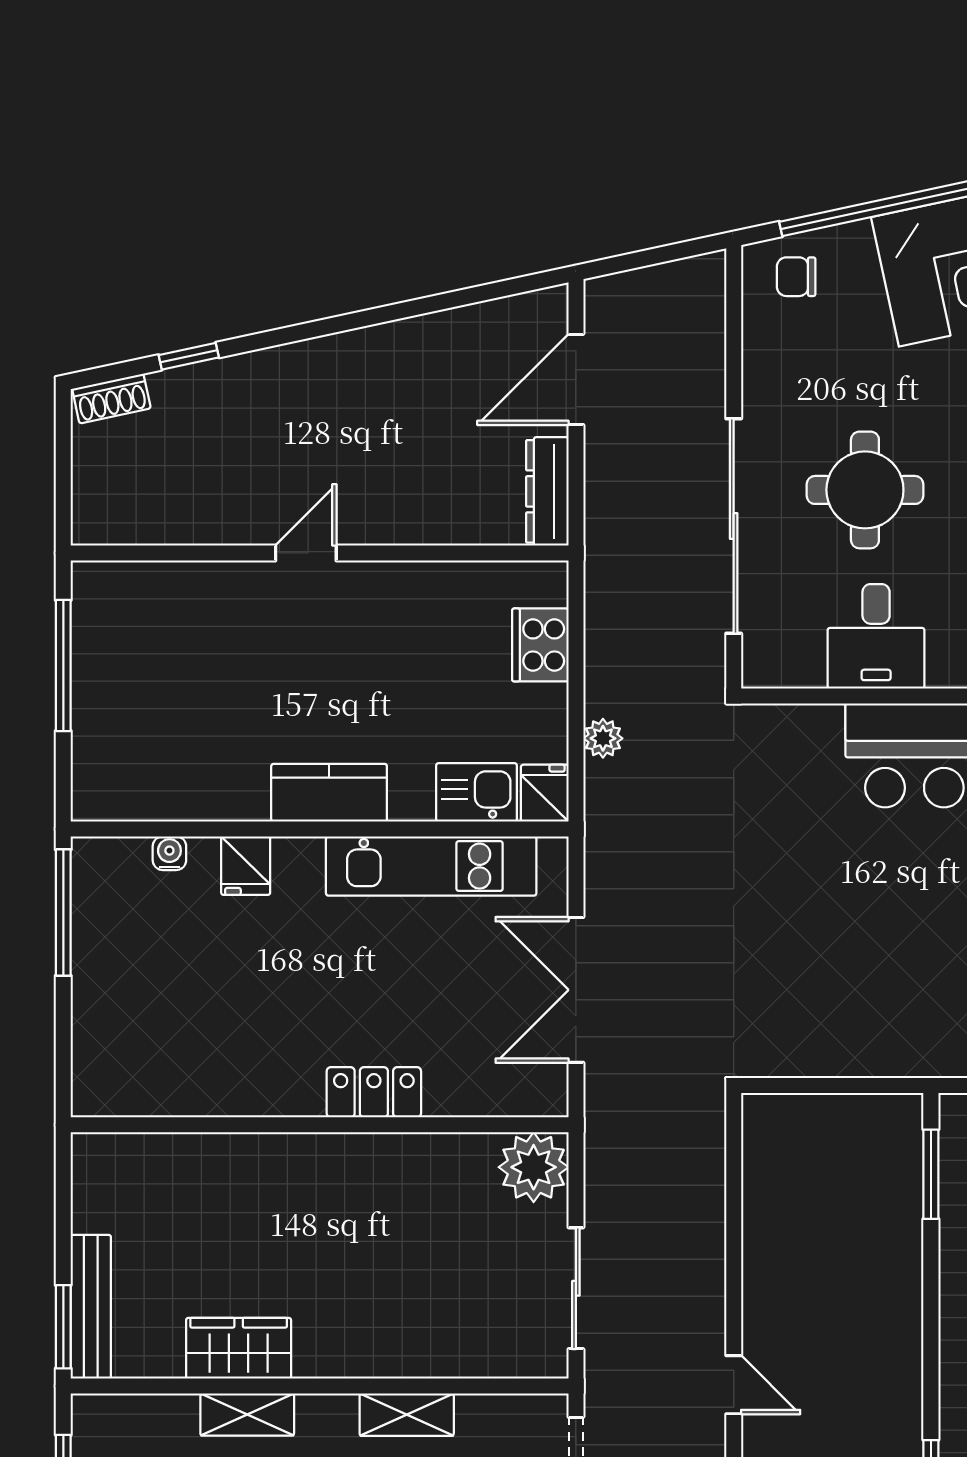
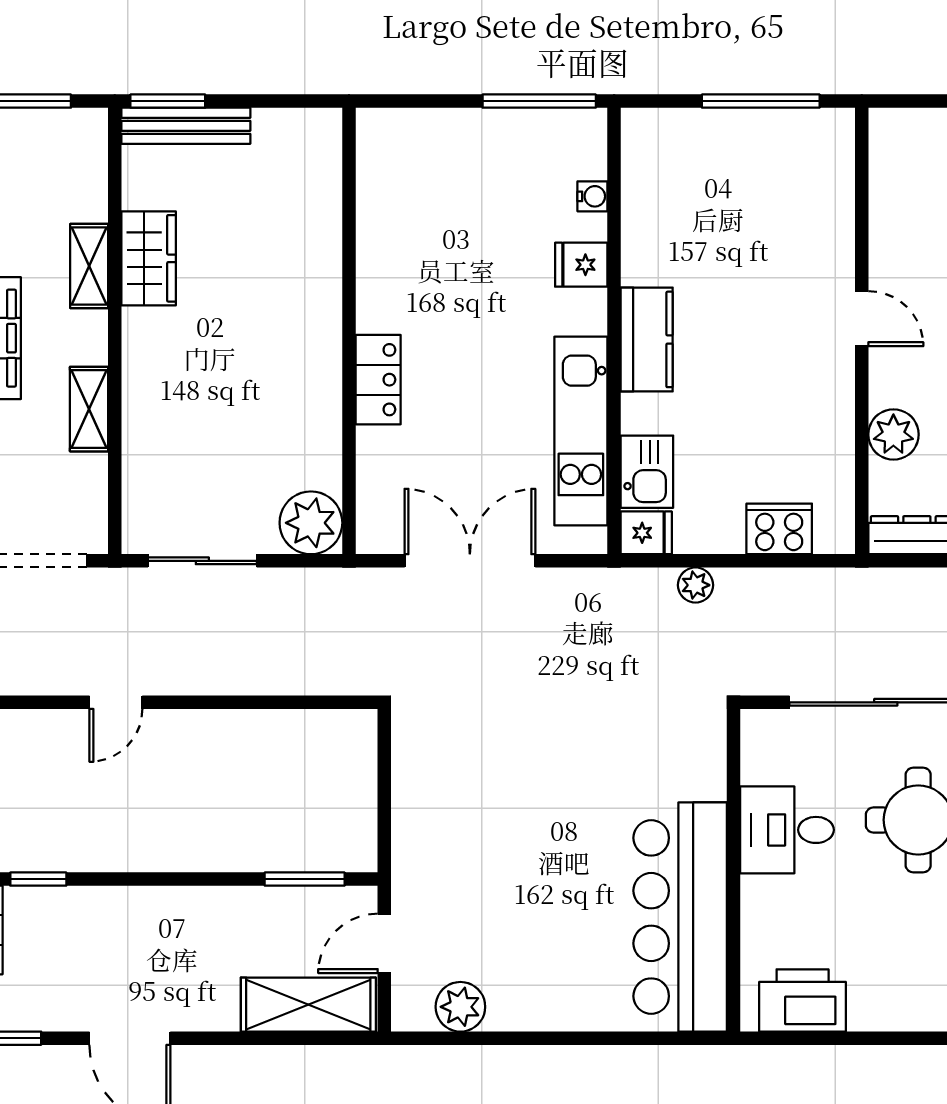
plant: (435, 518) -> (893, 434), added

